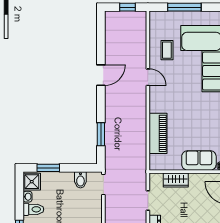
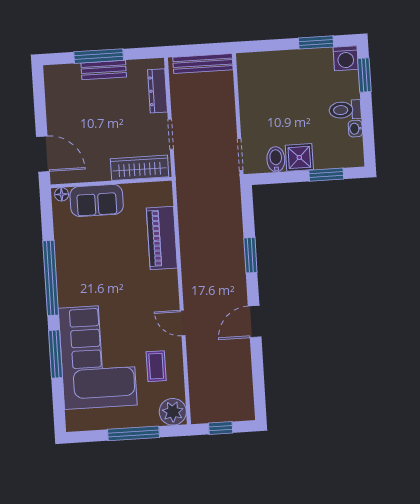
plant: (158, 20) -> (173, 412), added
window: (101, 134) -> (250, 255), moved
wardrobe: (176, 180) -> (140, 168), width x1.50
shower: (32, 182) -> (299, 157), moved

